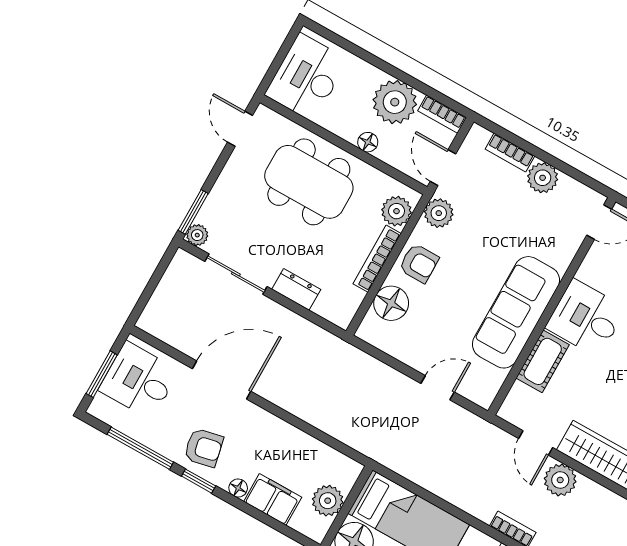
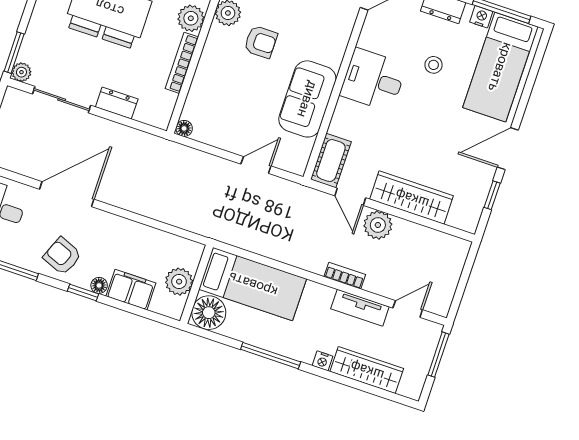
armchair: (419, 263) -> (261, 42), moved
floor lamp: (391, 303) -> (184, 128), moved, width x0.53, depth x0.53
sofa: (516, 312) -> (307, 99), width x0.73
cot: (543, 361) -> (331, 161), moved
armchair: (204, 448) -> (62, 256), turned -146
window: (199, 481) -> (83, 292), moved

